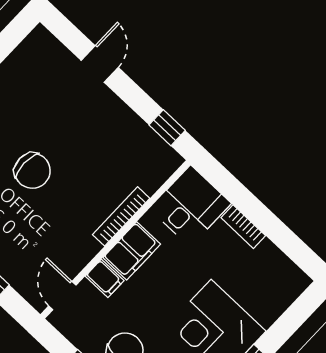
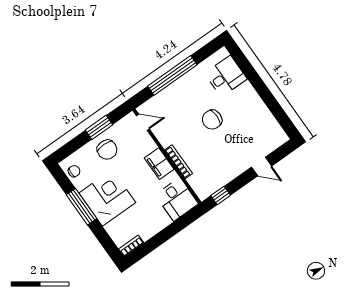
bookcase: (243, 227) -> (131, 246), moved
filing cabinet: (105, 278) -> (148, 146), removed

